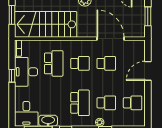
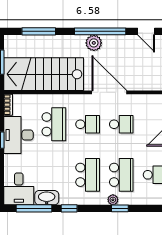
door: (111, 39) -> (109, 92), moved
school desk: (106, 103) -> (121, 175), width x1.85

